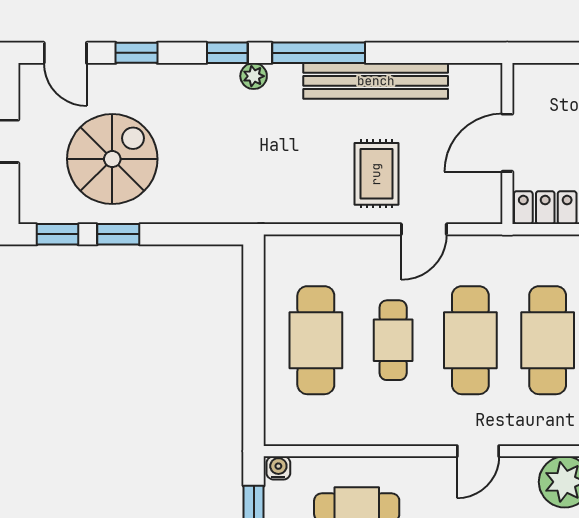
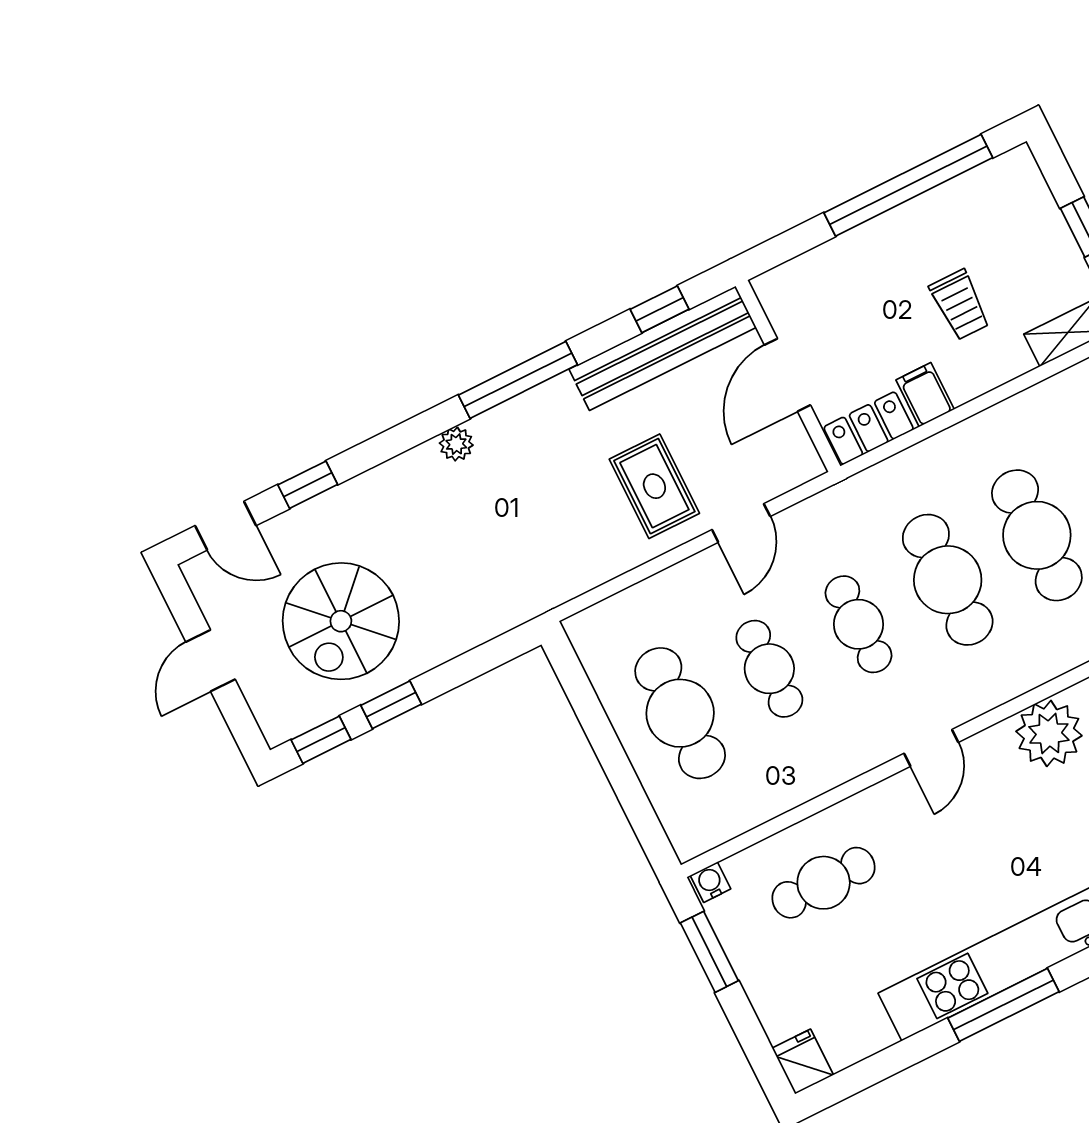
window: (227, 53) -> (660, 309), moved
bench: (376, 81) -> (663, 348), moved
spiral stairs: (112, 159) -> (341, 621), turned 180
cafe table: (470, 340) -> (858, 624), width x0.73, depth x0.74

